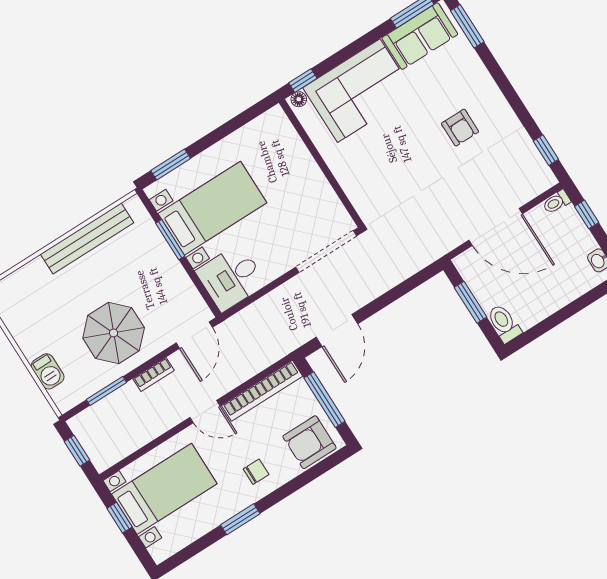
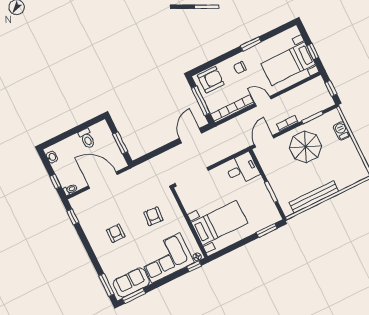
armchair: (391, 168) -> (153, 216), added
bed with nightstands: (212, 208) -> (219, 223), moved, turned 180
toilet: (504, 323) -> (87, 138), moved

